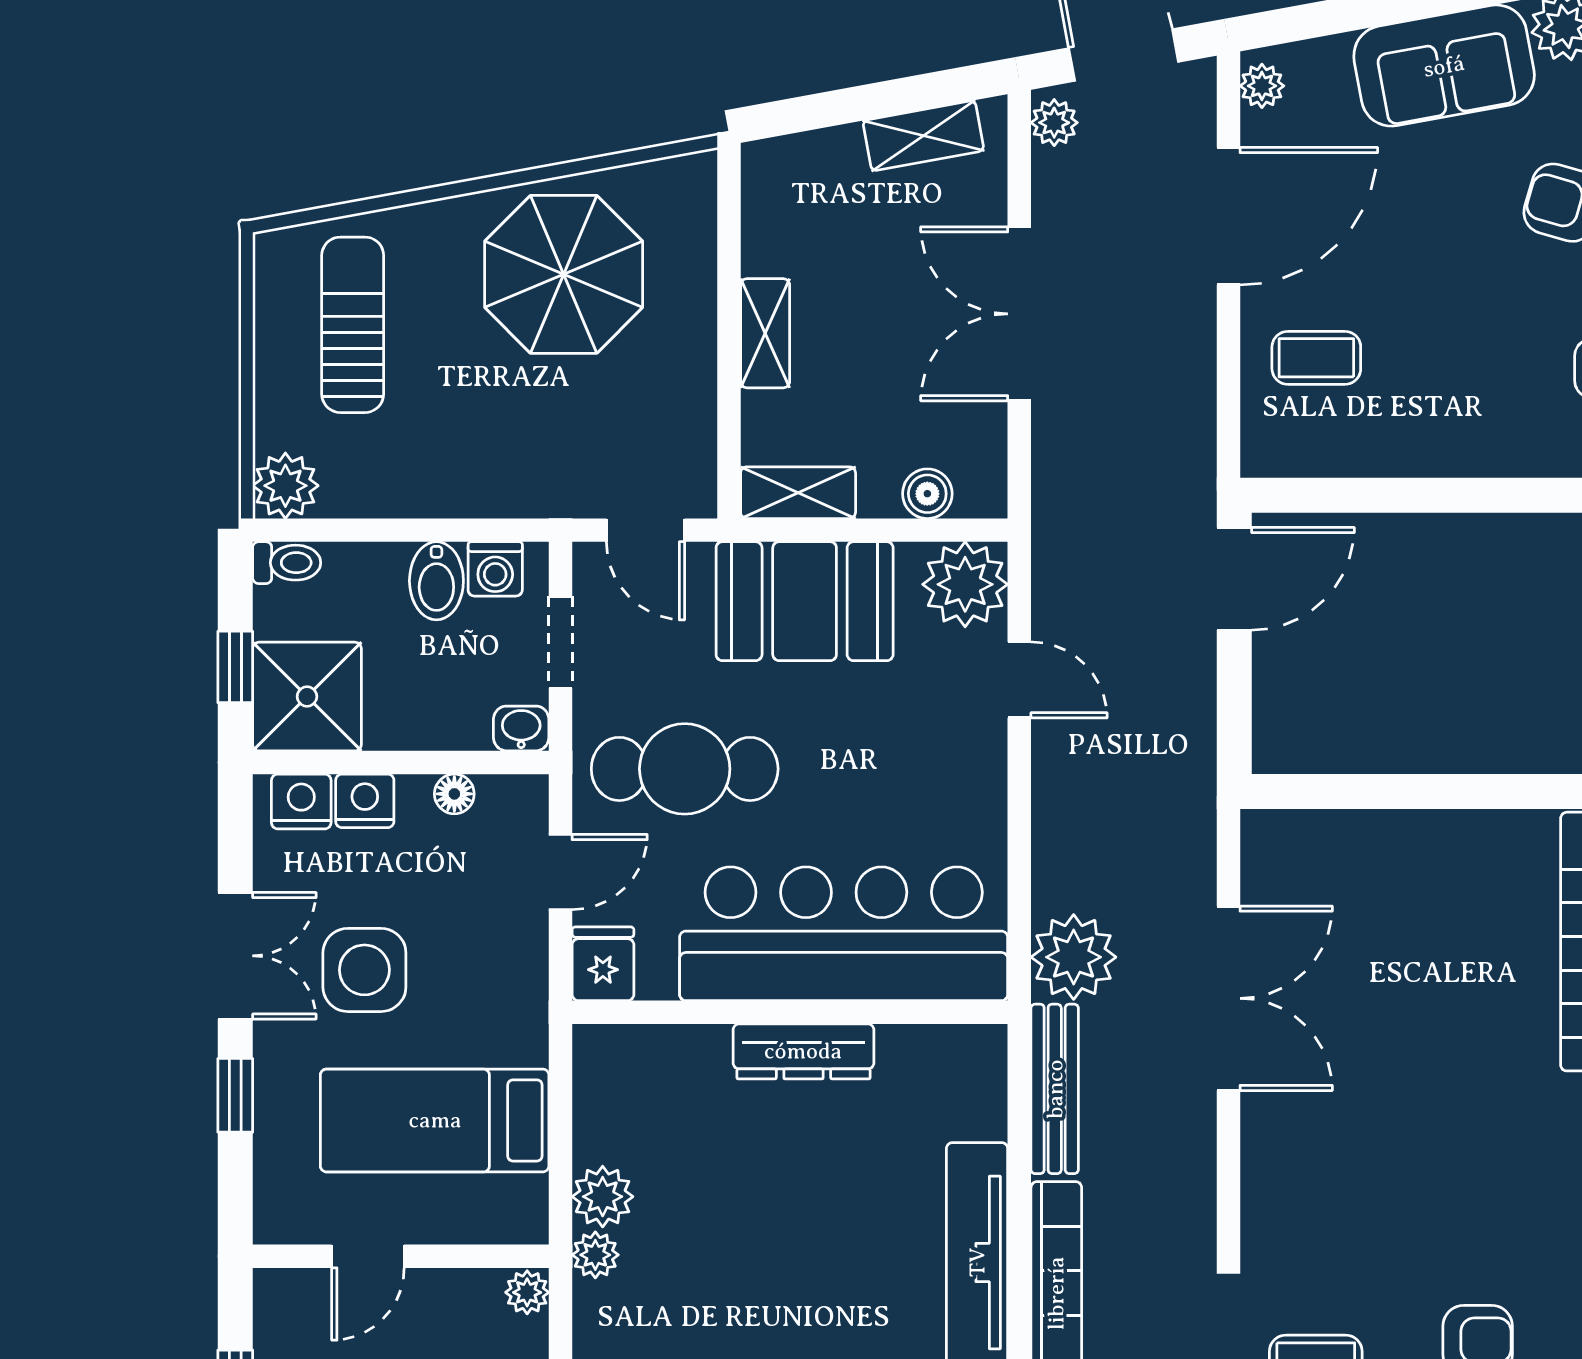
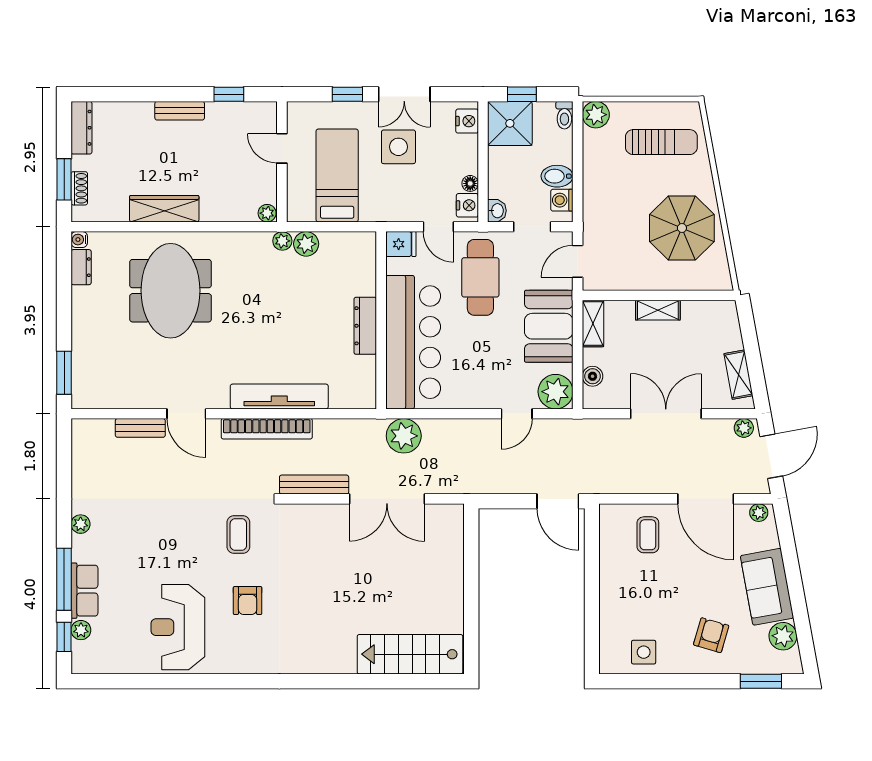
nightstand: (365, 801) -> (467, 205), moved
bench: (1055, 1089) -> (314, 485), moved

